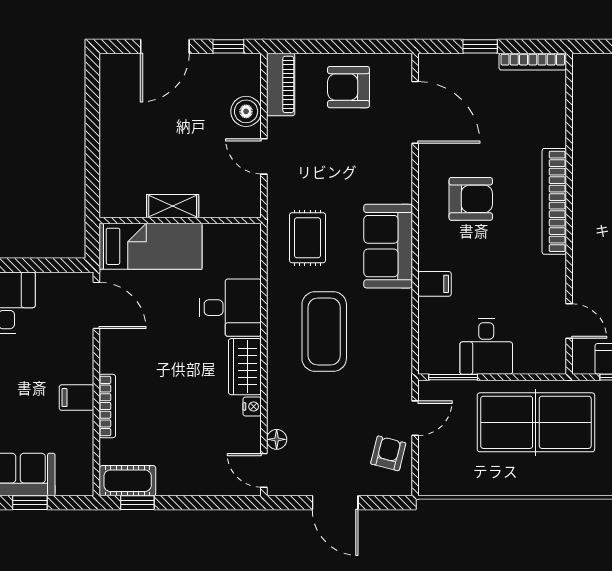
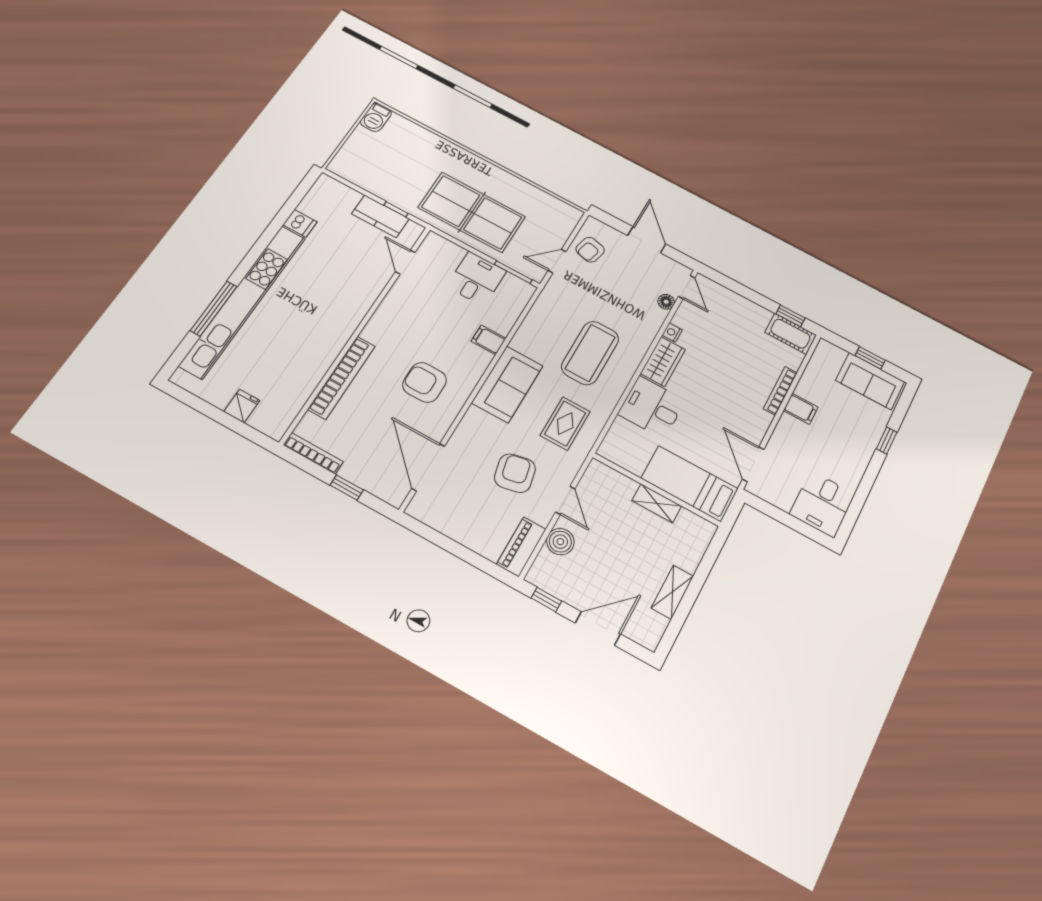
armchair: (348, 87) -> (515, 473), moved, turned -102
shelving: (112, 123) -> (672, 592), added
bookcase: (554, 201) -> (342, 377), moved

